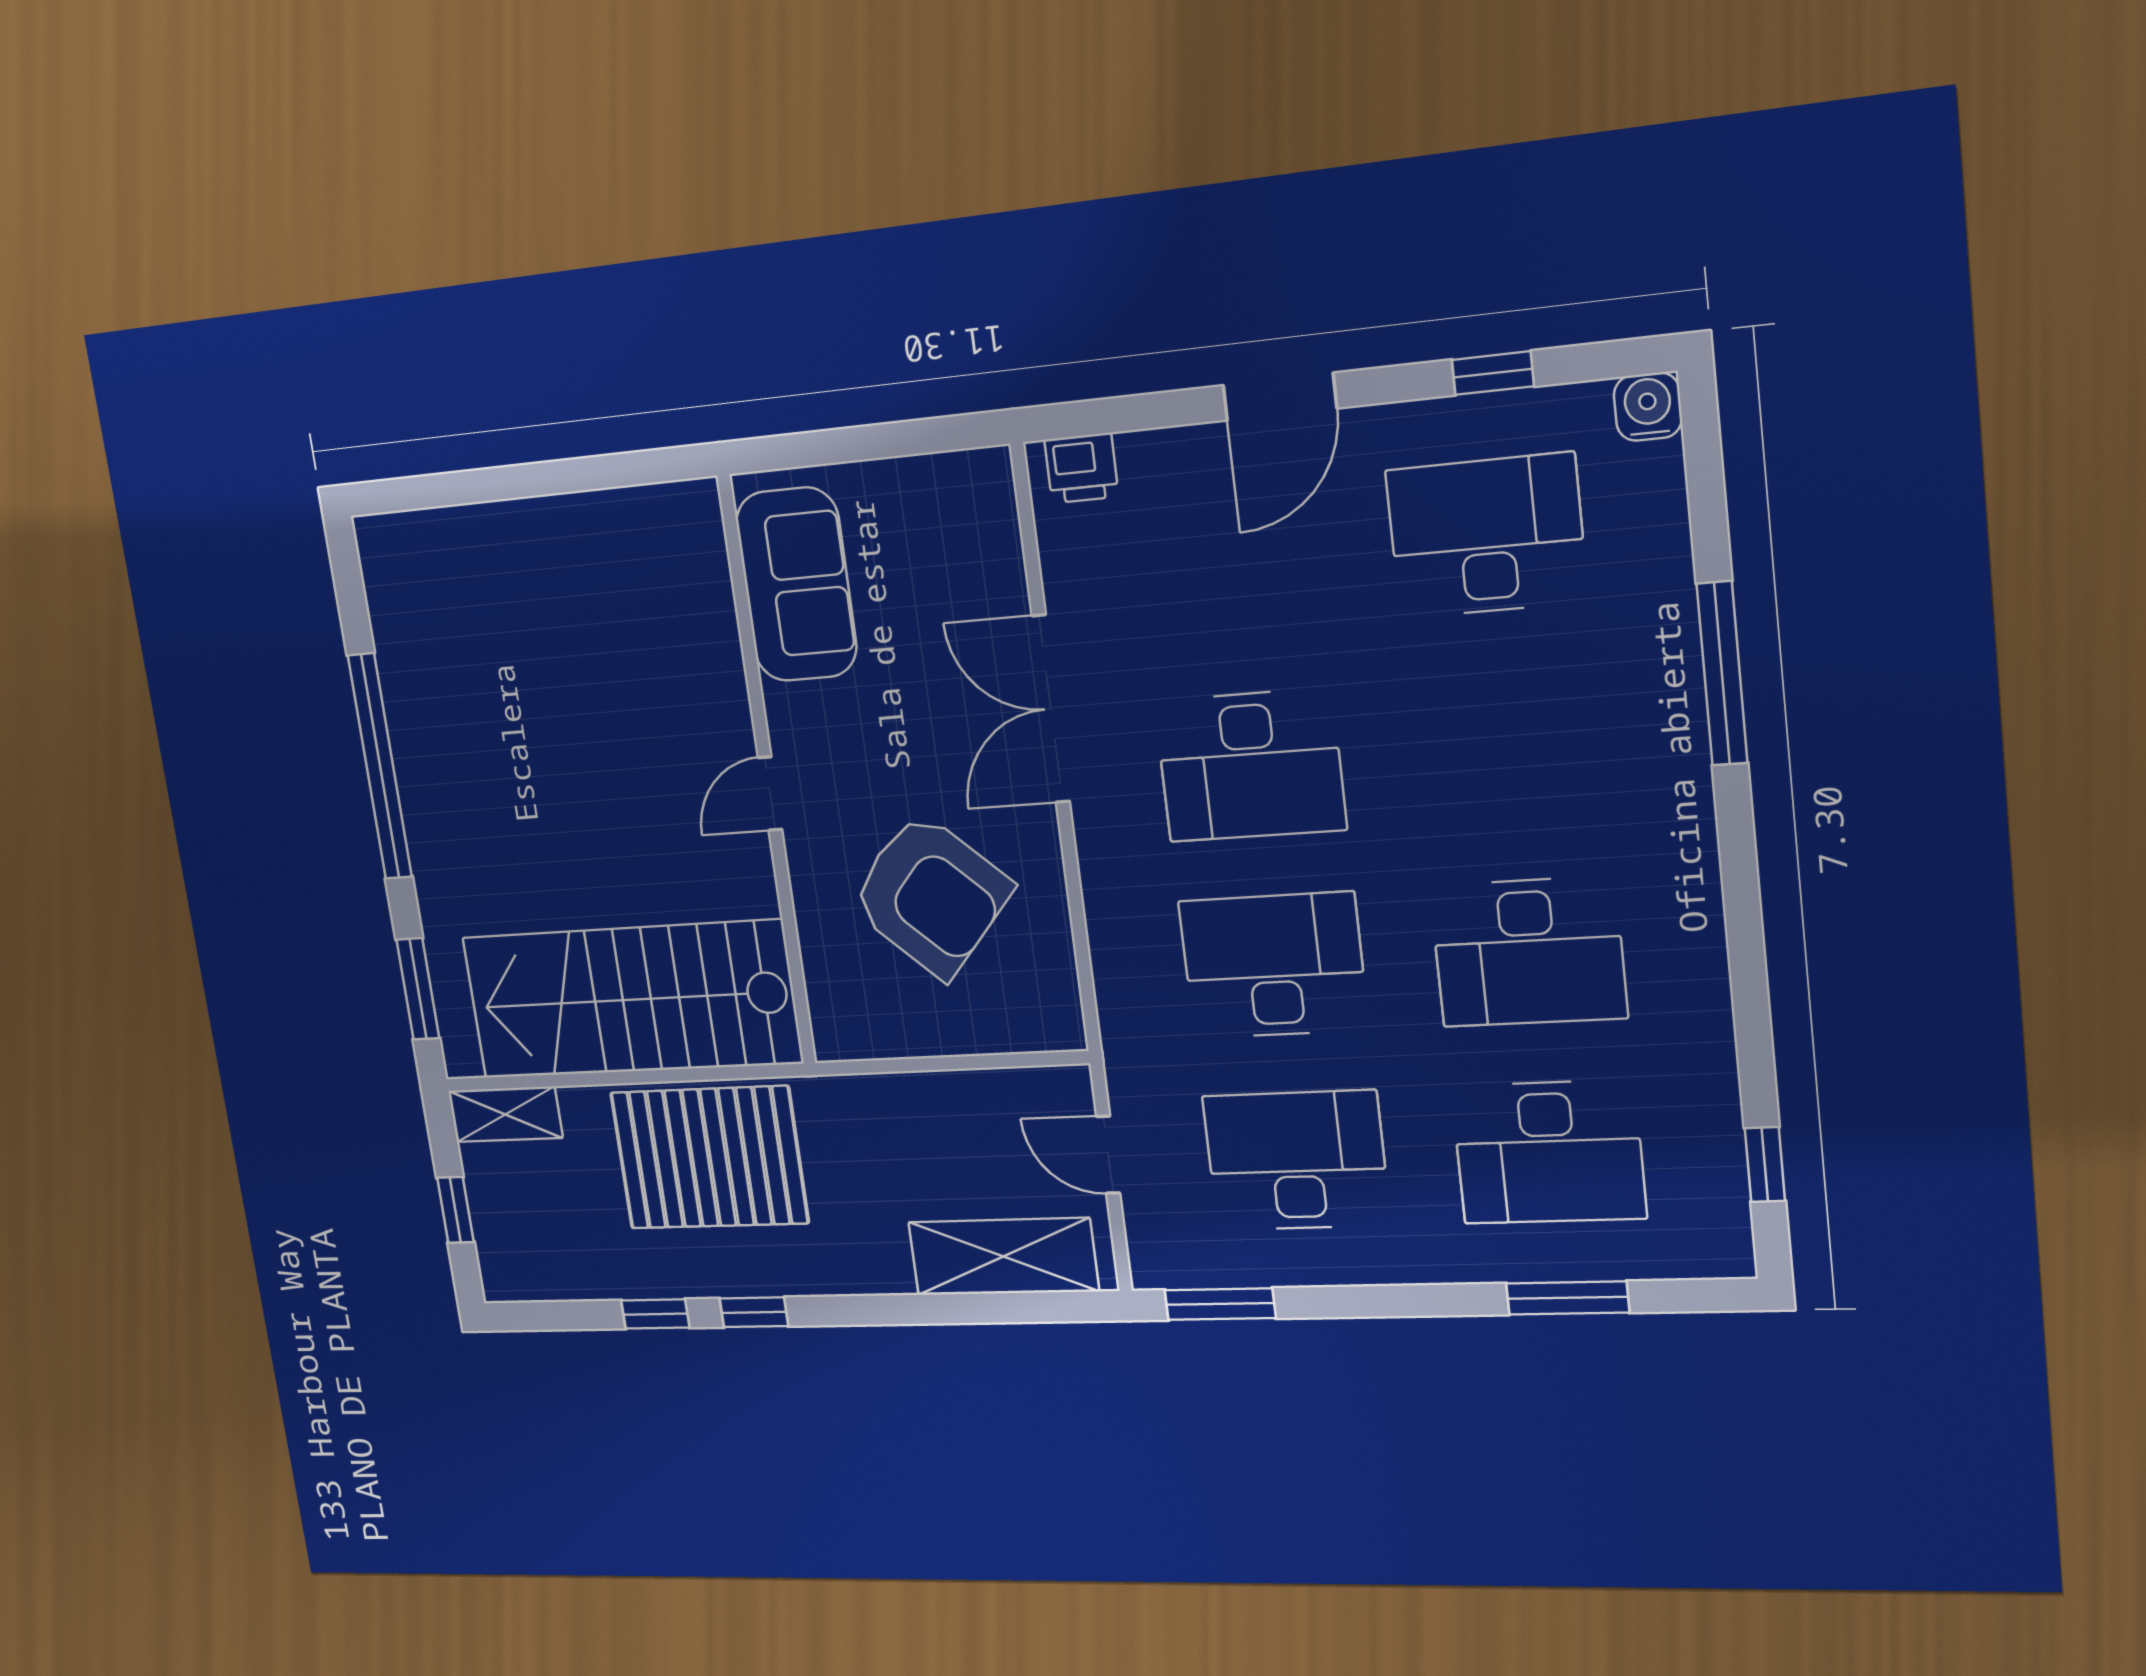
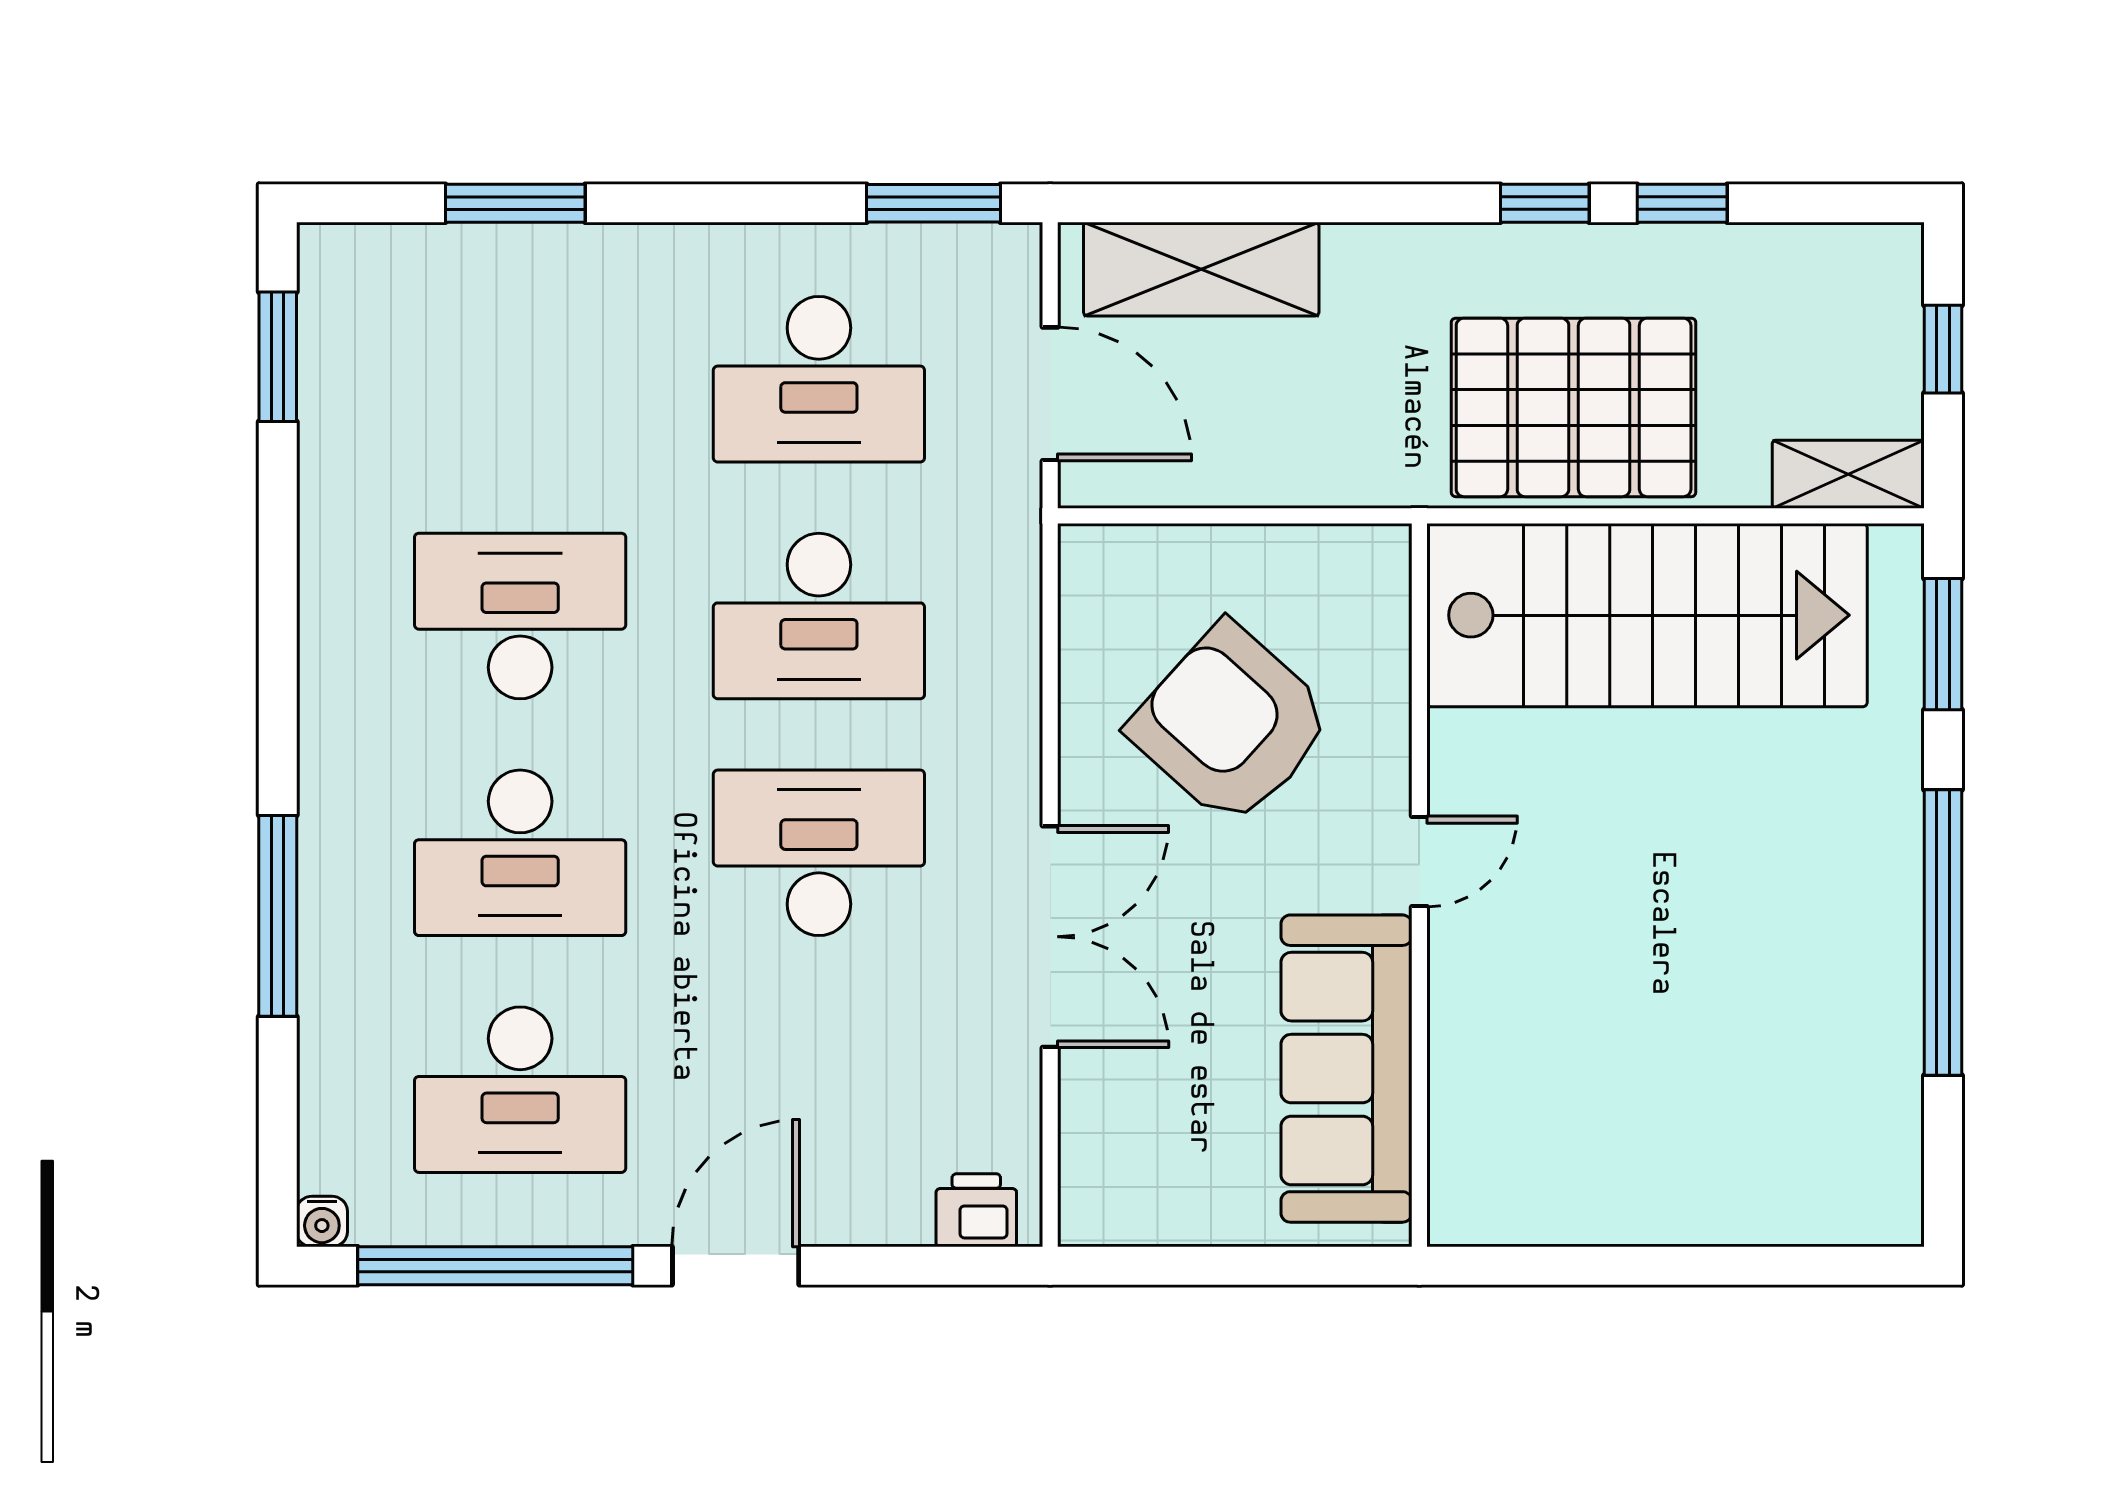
window: (1493, 373) -> (495, 1266), width x3.17
water cooler: (1648, 407) -> (322, 1221), width x0.72, depth x0.72
sofa: (796, 585) -> (1346, 1069), width x1.36
desk: (1549, 1152) -> (520, 853), moved, turned 180
door: (1108, 1155) -> (1050, 394), width x1.38
window: (1765, 1164) -> (278, 357), width x1.50

